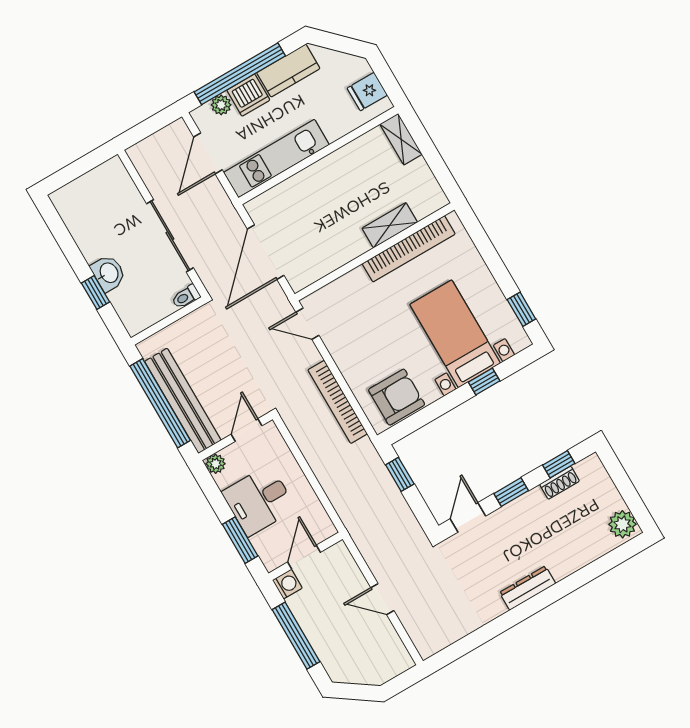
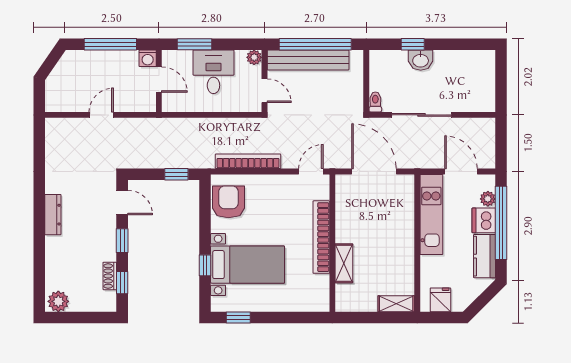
bookcase: (409, 249) -> (321, 237), moved
armchair: (397, 397) -> (228, 202), turned 180

